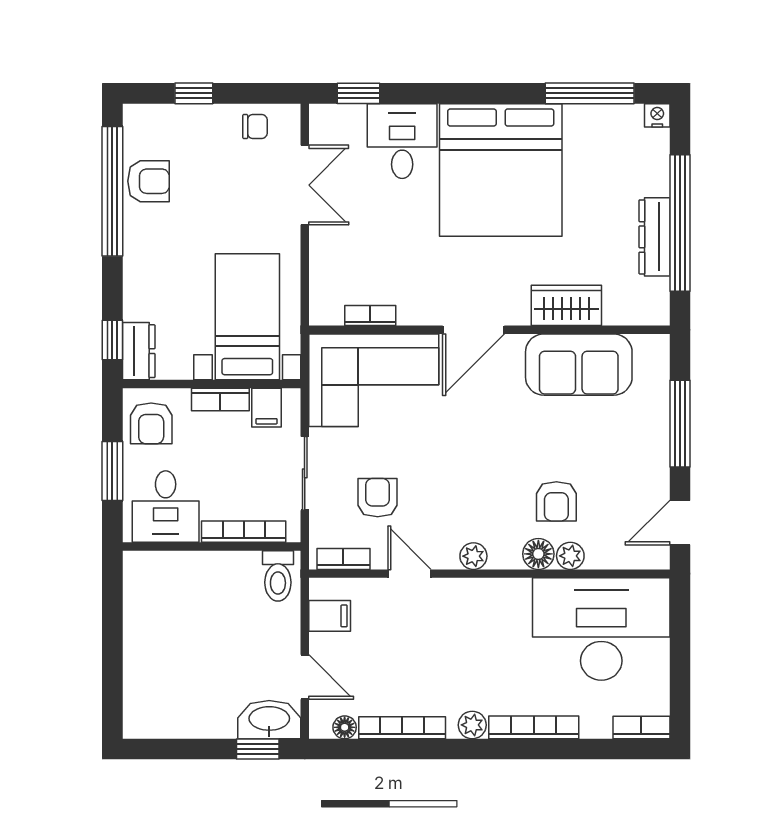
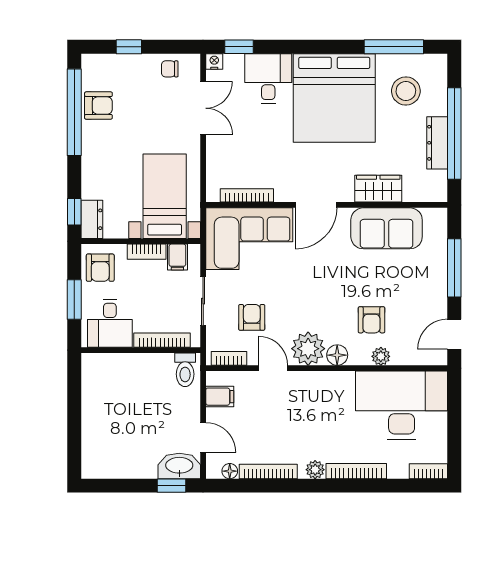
nightstand: (657, 115) -> (214, 61), moved
chair: (255, 127) -> (170, 69), turned 180
stool: (608, 160) -> (406, 91), added
bookcase: (370, 316) -> (247, 195), width x1.56
floor lamp: (538, 554) -> (337, 355), moved
plant: (473, 556) -> (308, 349), width x1.87, depth x1.87

